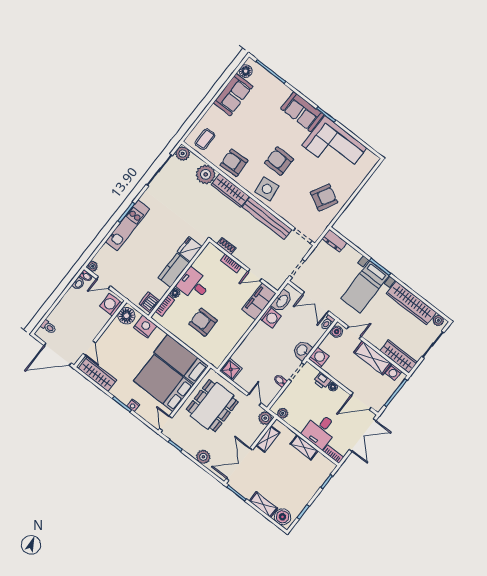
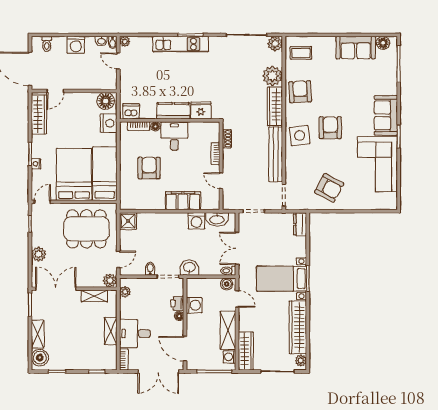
filing cabinet: (259, 301) -> (183, 201), moved
washing machine: (111, 305) -> (76, 45), moved, turned 180
washing machine: (319, 357) -> (194, 305), moved

